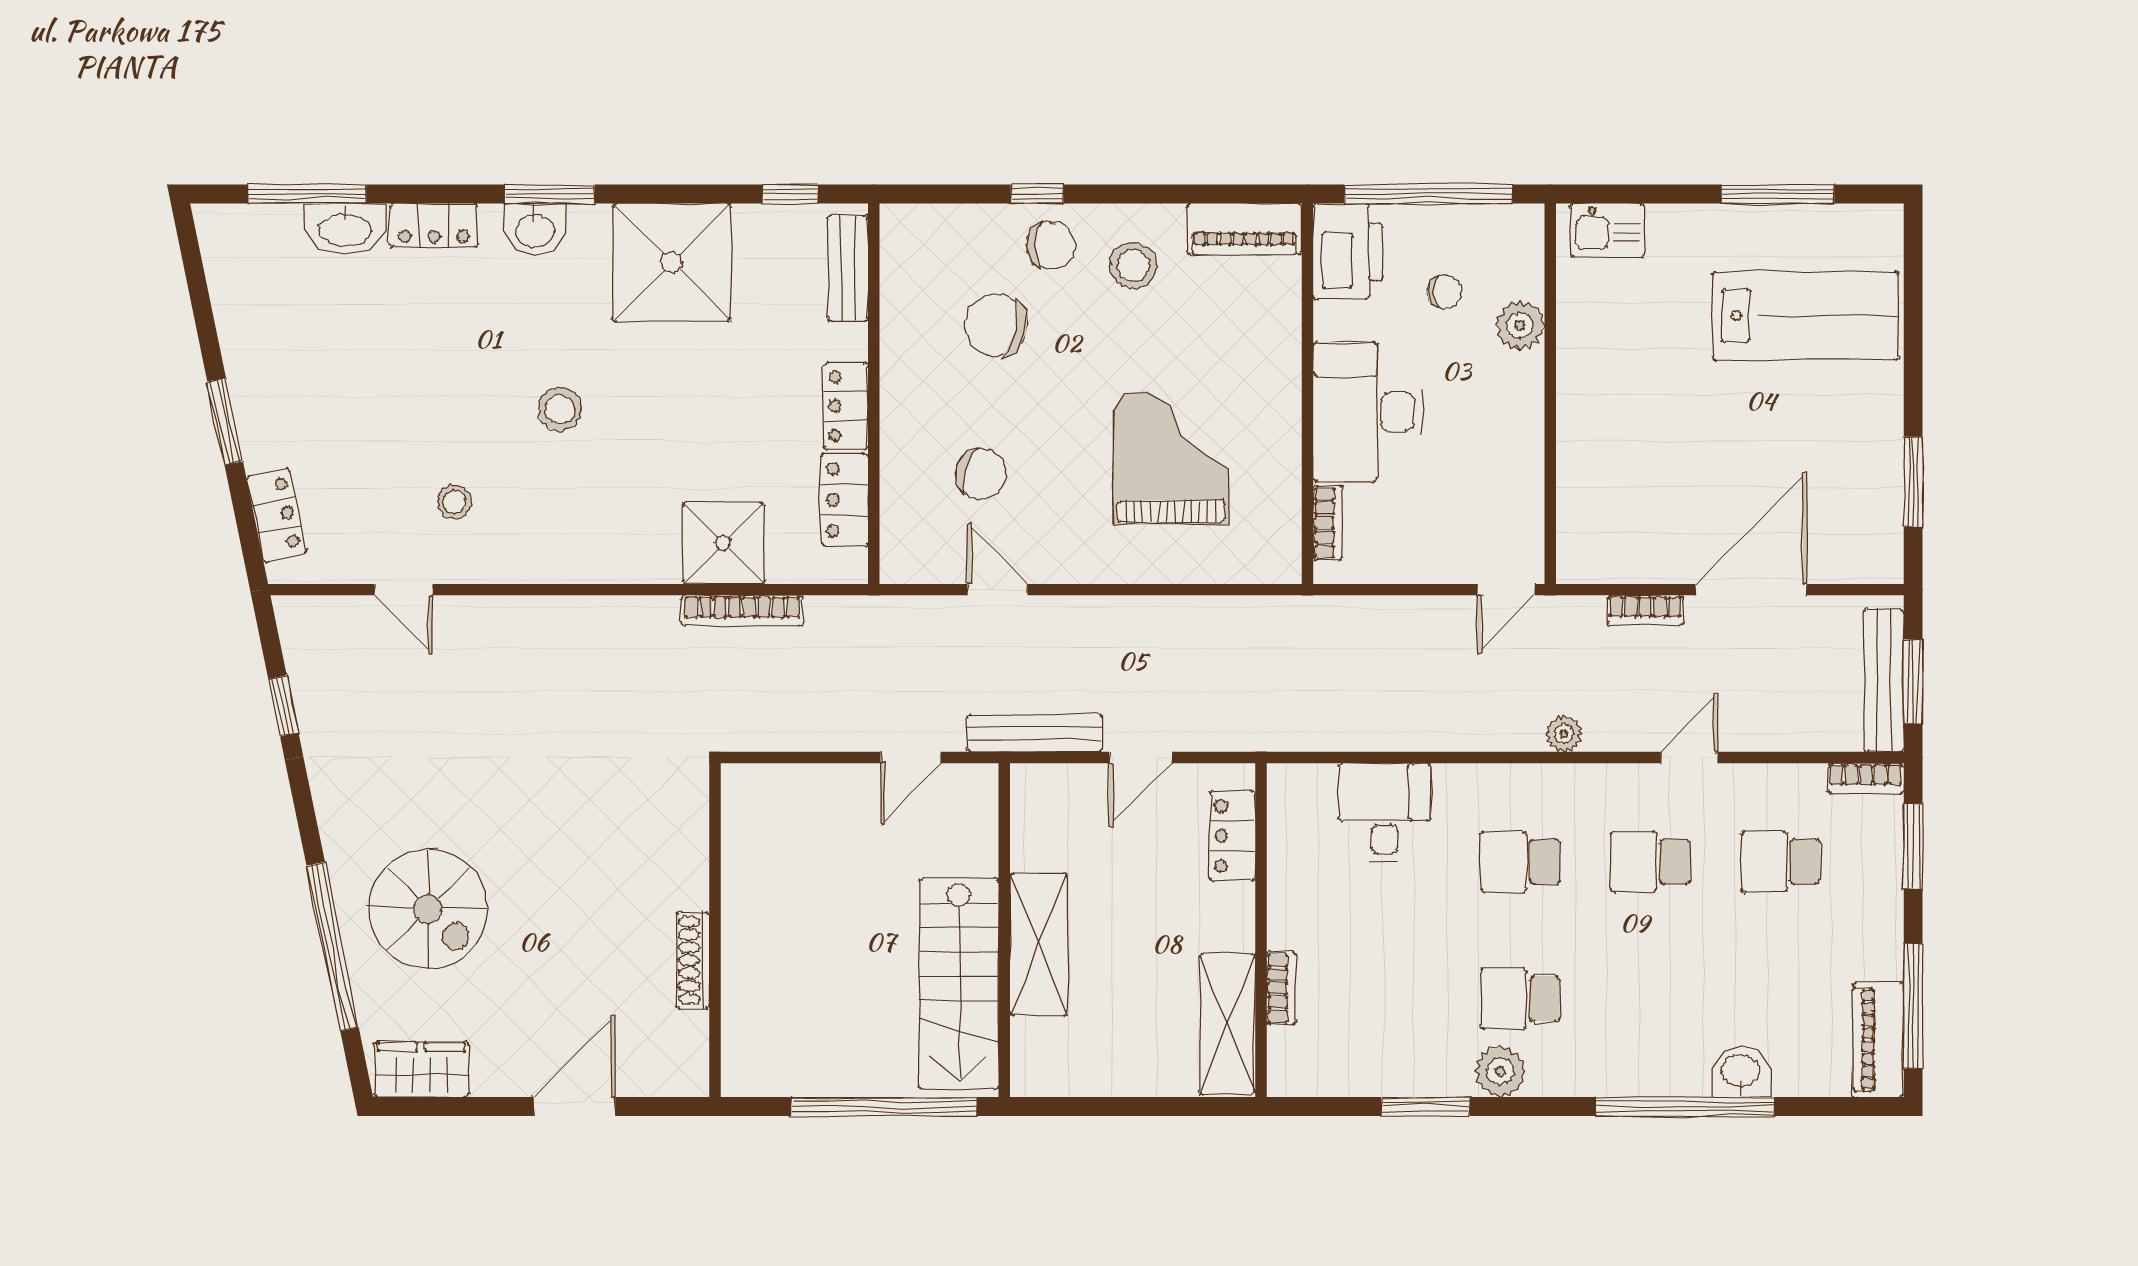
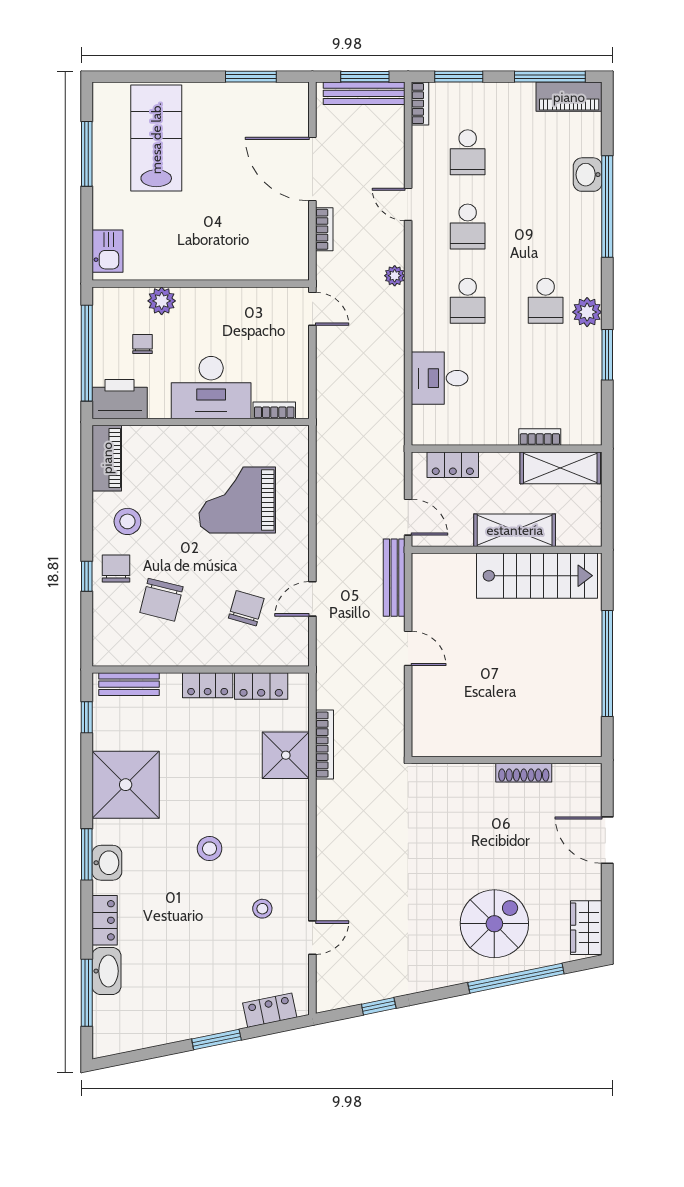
wall: (1004, 930) -> (507, 550), moved
shelving: (1038, 944) -> (515, 530), moved
stairs: (959, 984) -> (537, 576), moved

